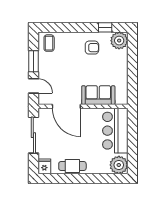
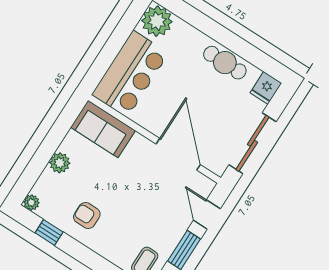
plant: (119, 41) -> (31, 203), width x0.53, depth x0.53
plant: (122, 65) -> (60, 163), added
sofa: (98, 95) -> (103, 129), moved

